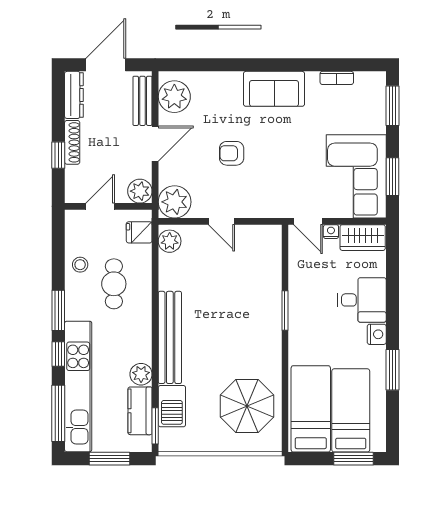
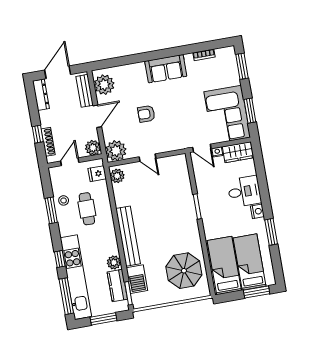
shoe rack: (72, 142) -> (48, 142), moved
window: (58, 310) -> (51, 210), moved

